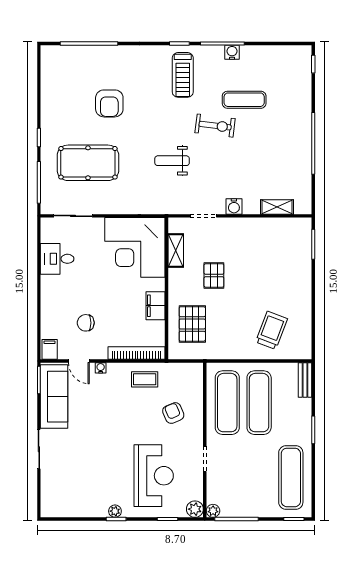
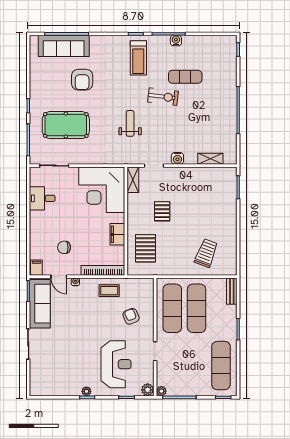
sofa: (85, 59) -> (64, 46), added
weight bench: (172, 161) -> (130, 123), turned 90
shelving: (176, 251) -> (133, 180), moved

